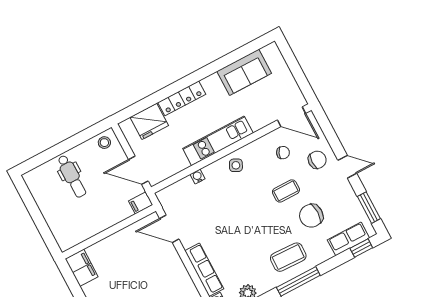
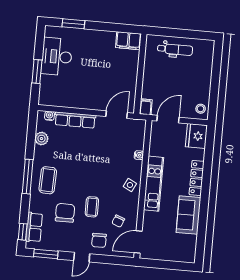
sofa: (244, 72) -> (189, 215), moved
fridge: (149, 121) -> (196, 136), moved
dental chair: (72, 176) -> (175, 49), moved, turned 180

